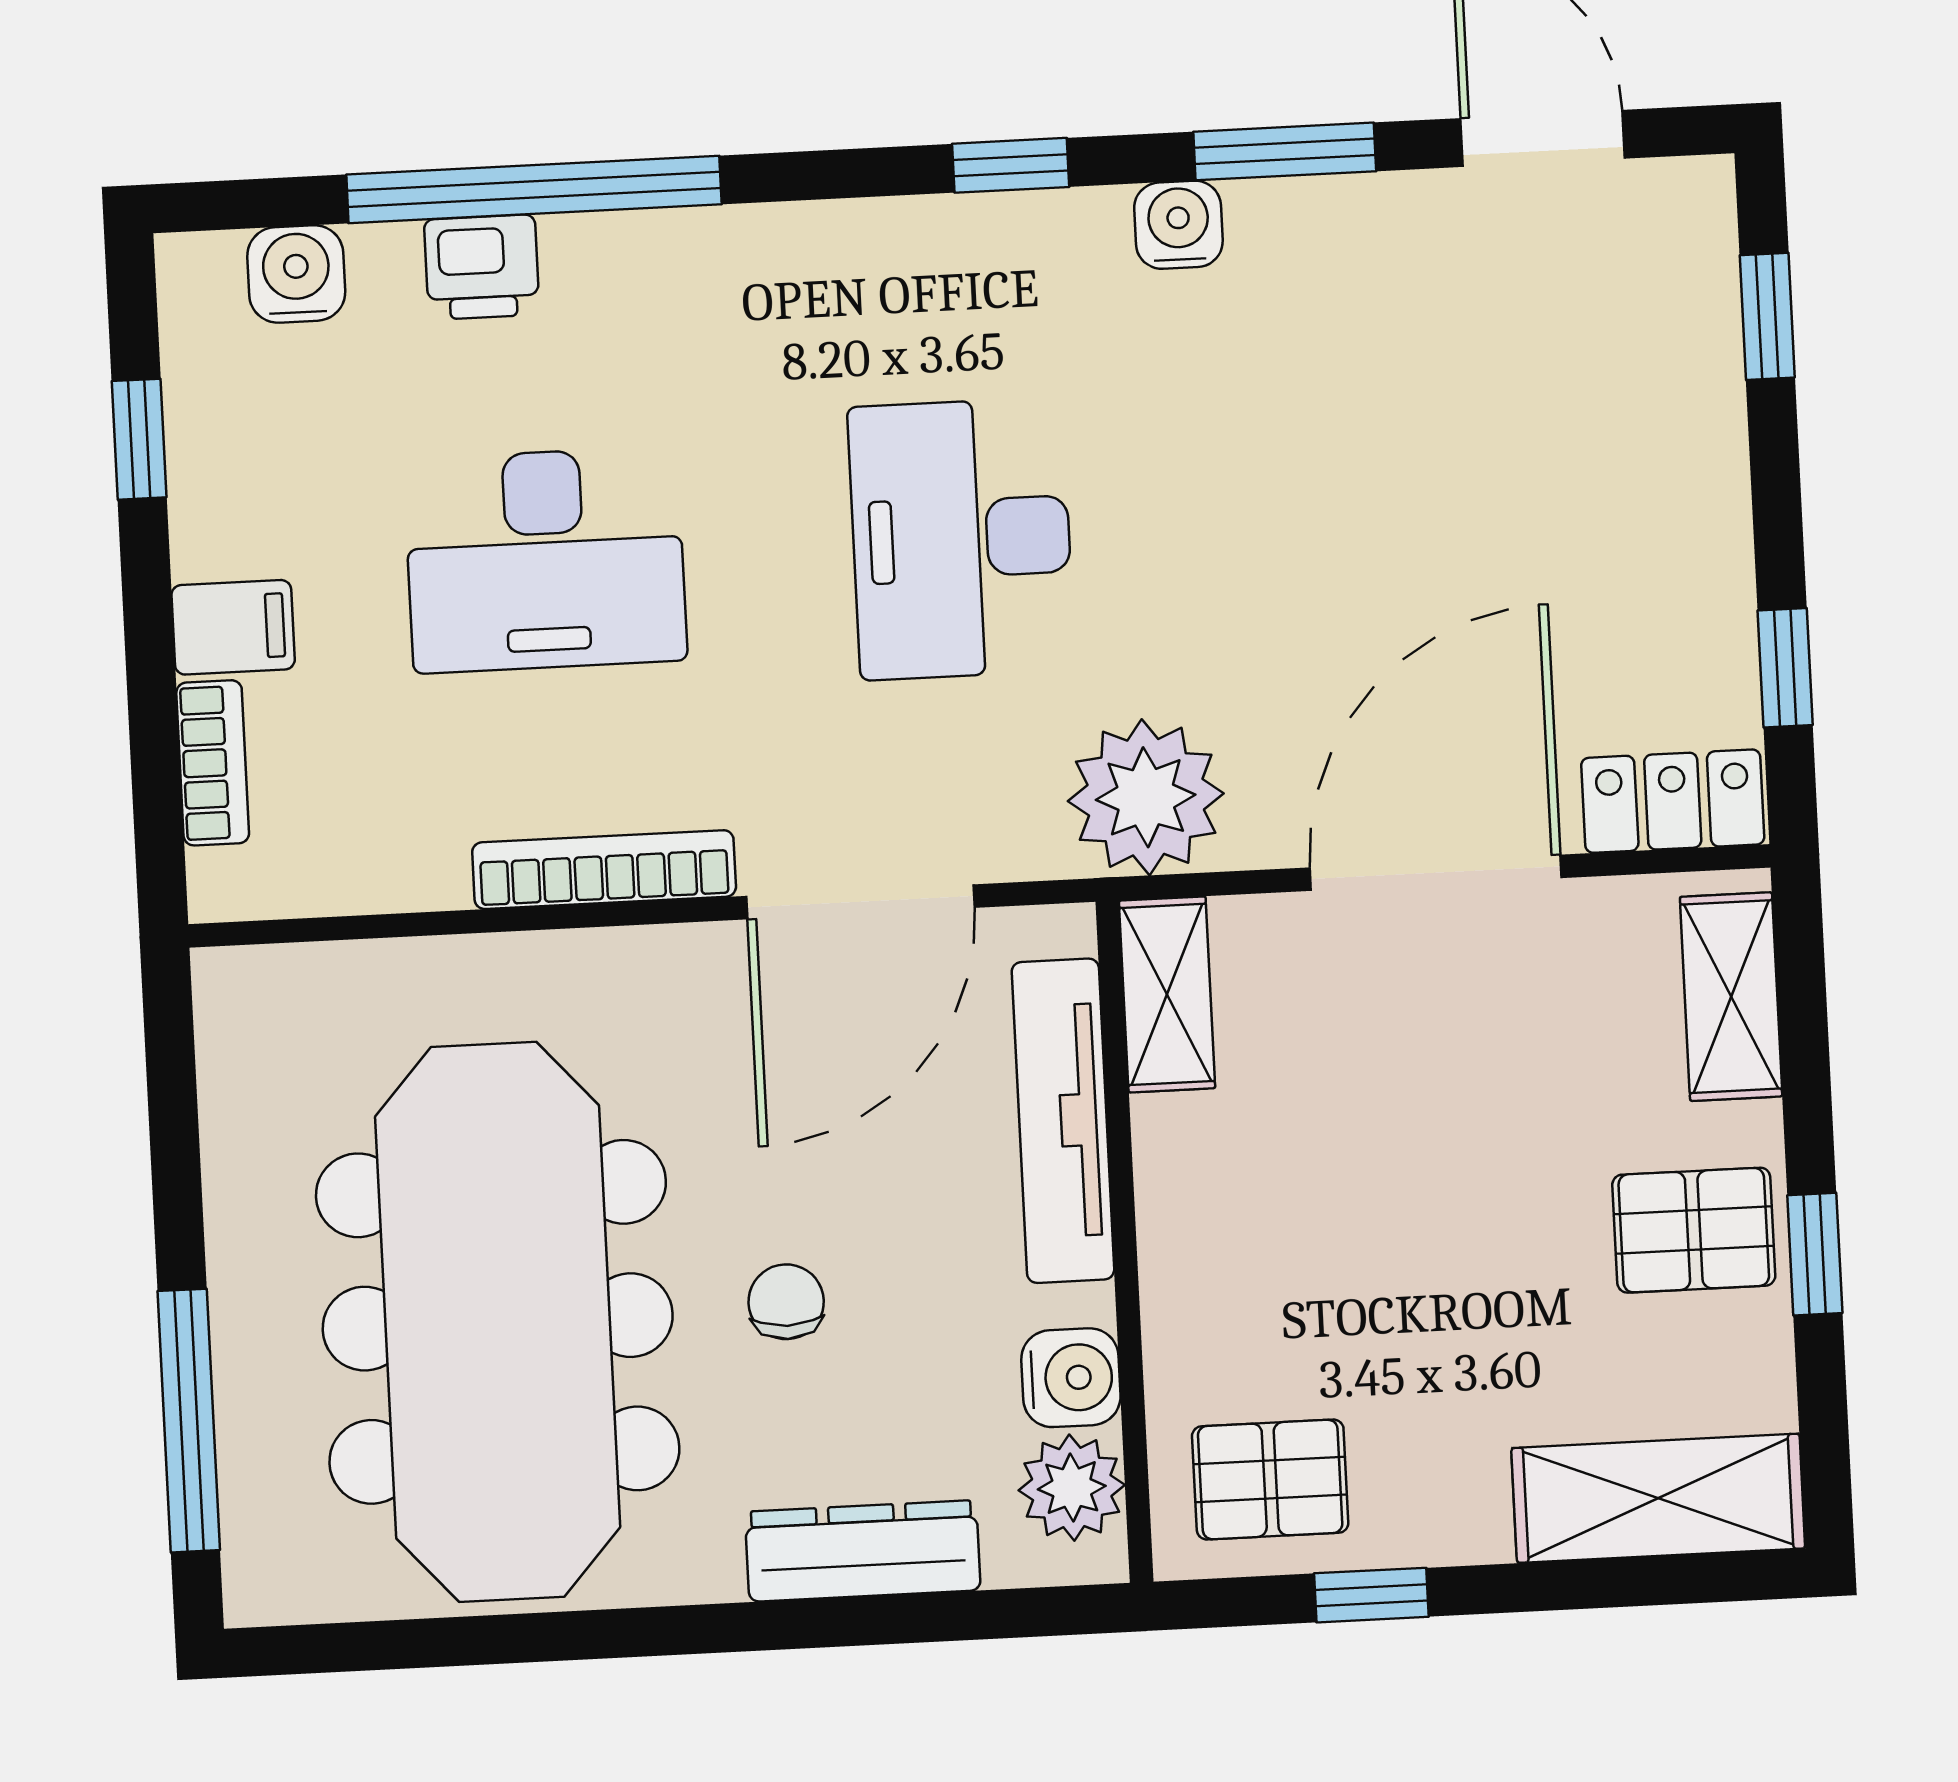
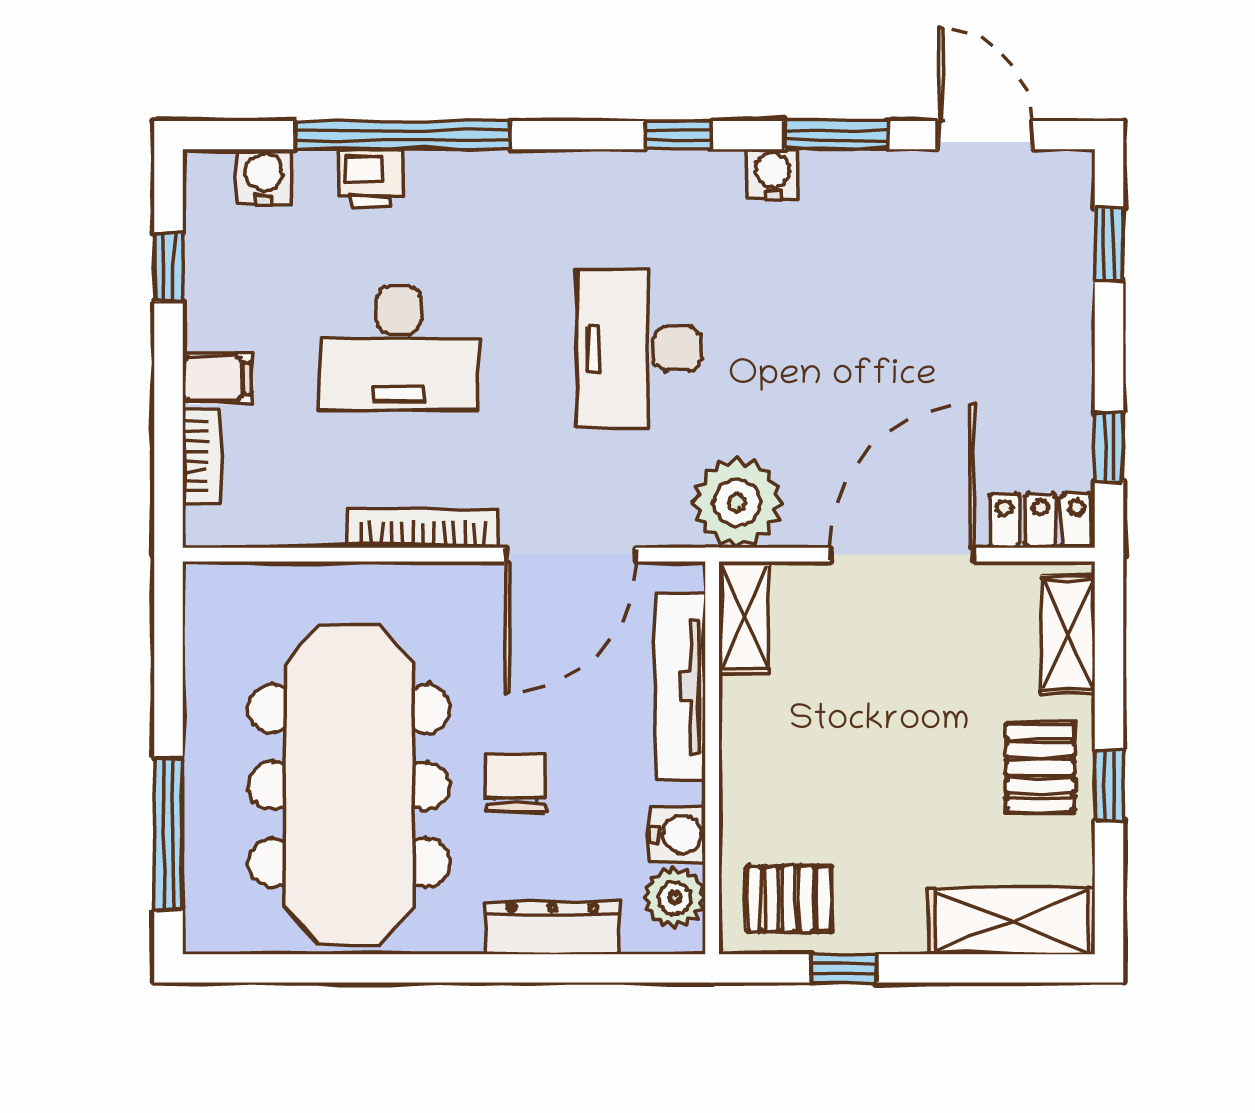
pallet: (1694, 1230) -> (1040, 768), turned 90
chair: (786, 1302) -> (516, 783), width x1.37, depth x1.37

